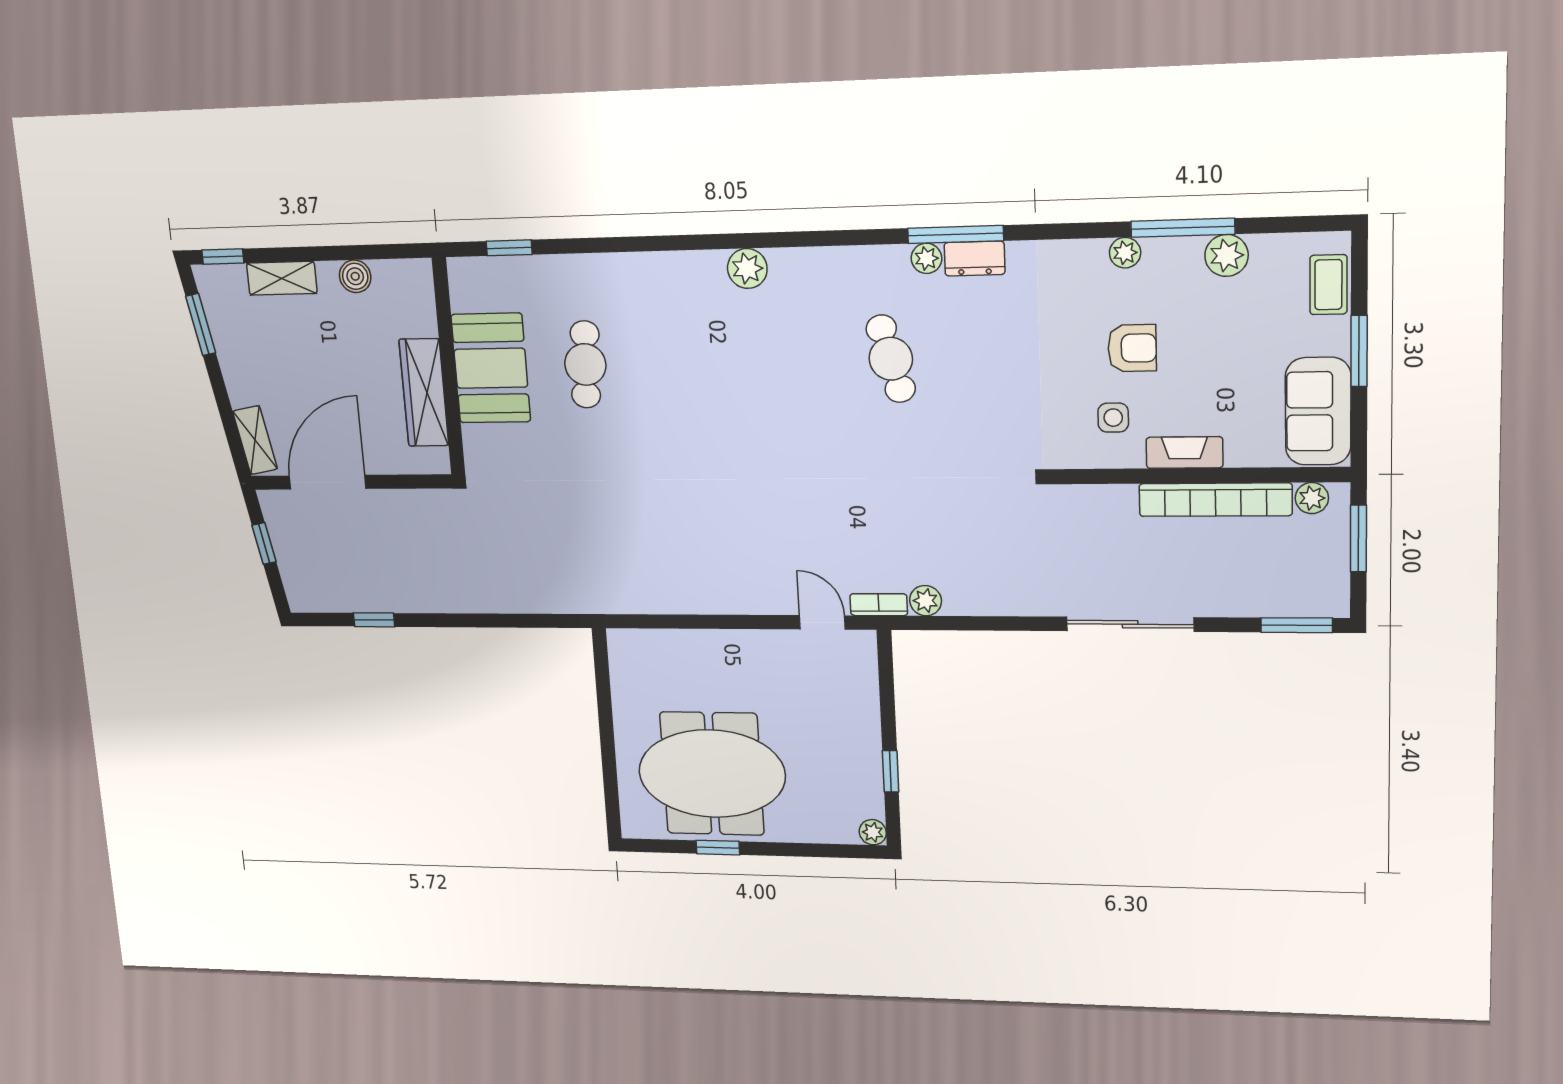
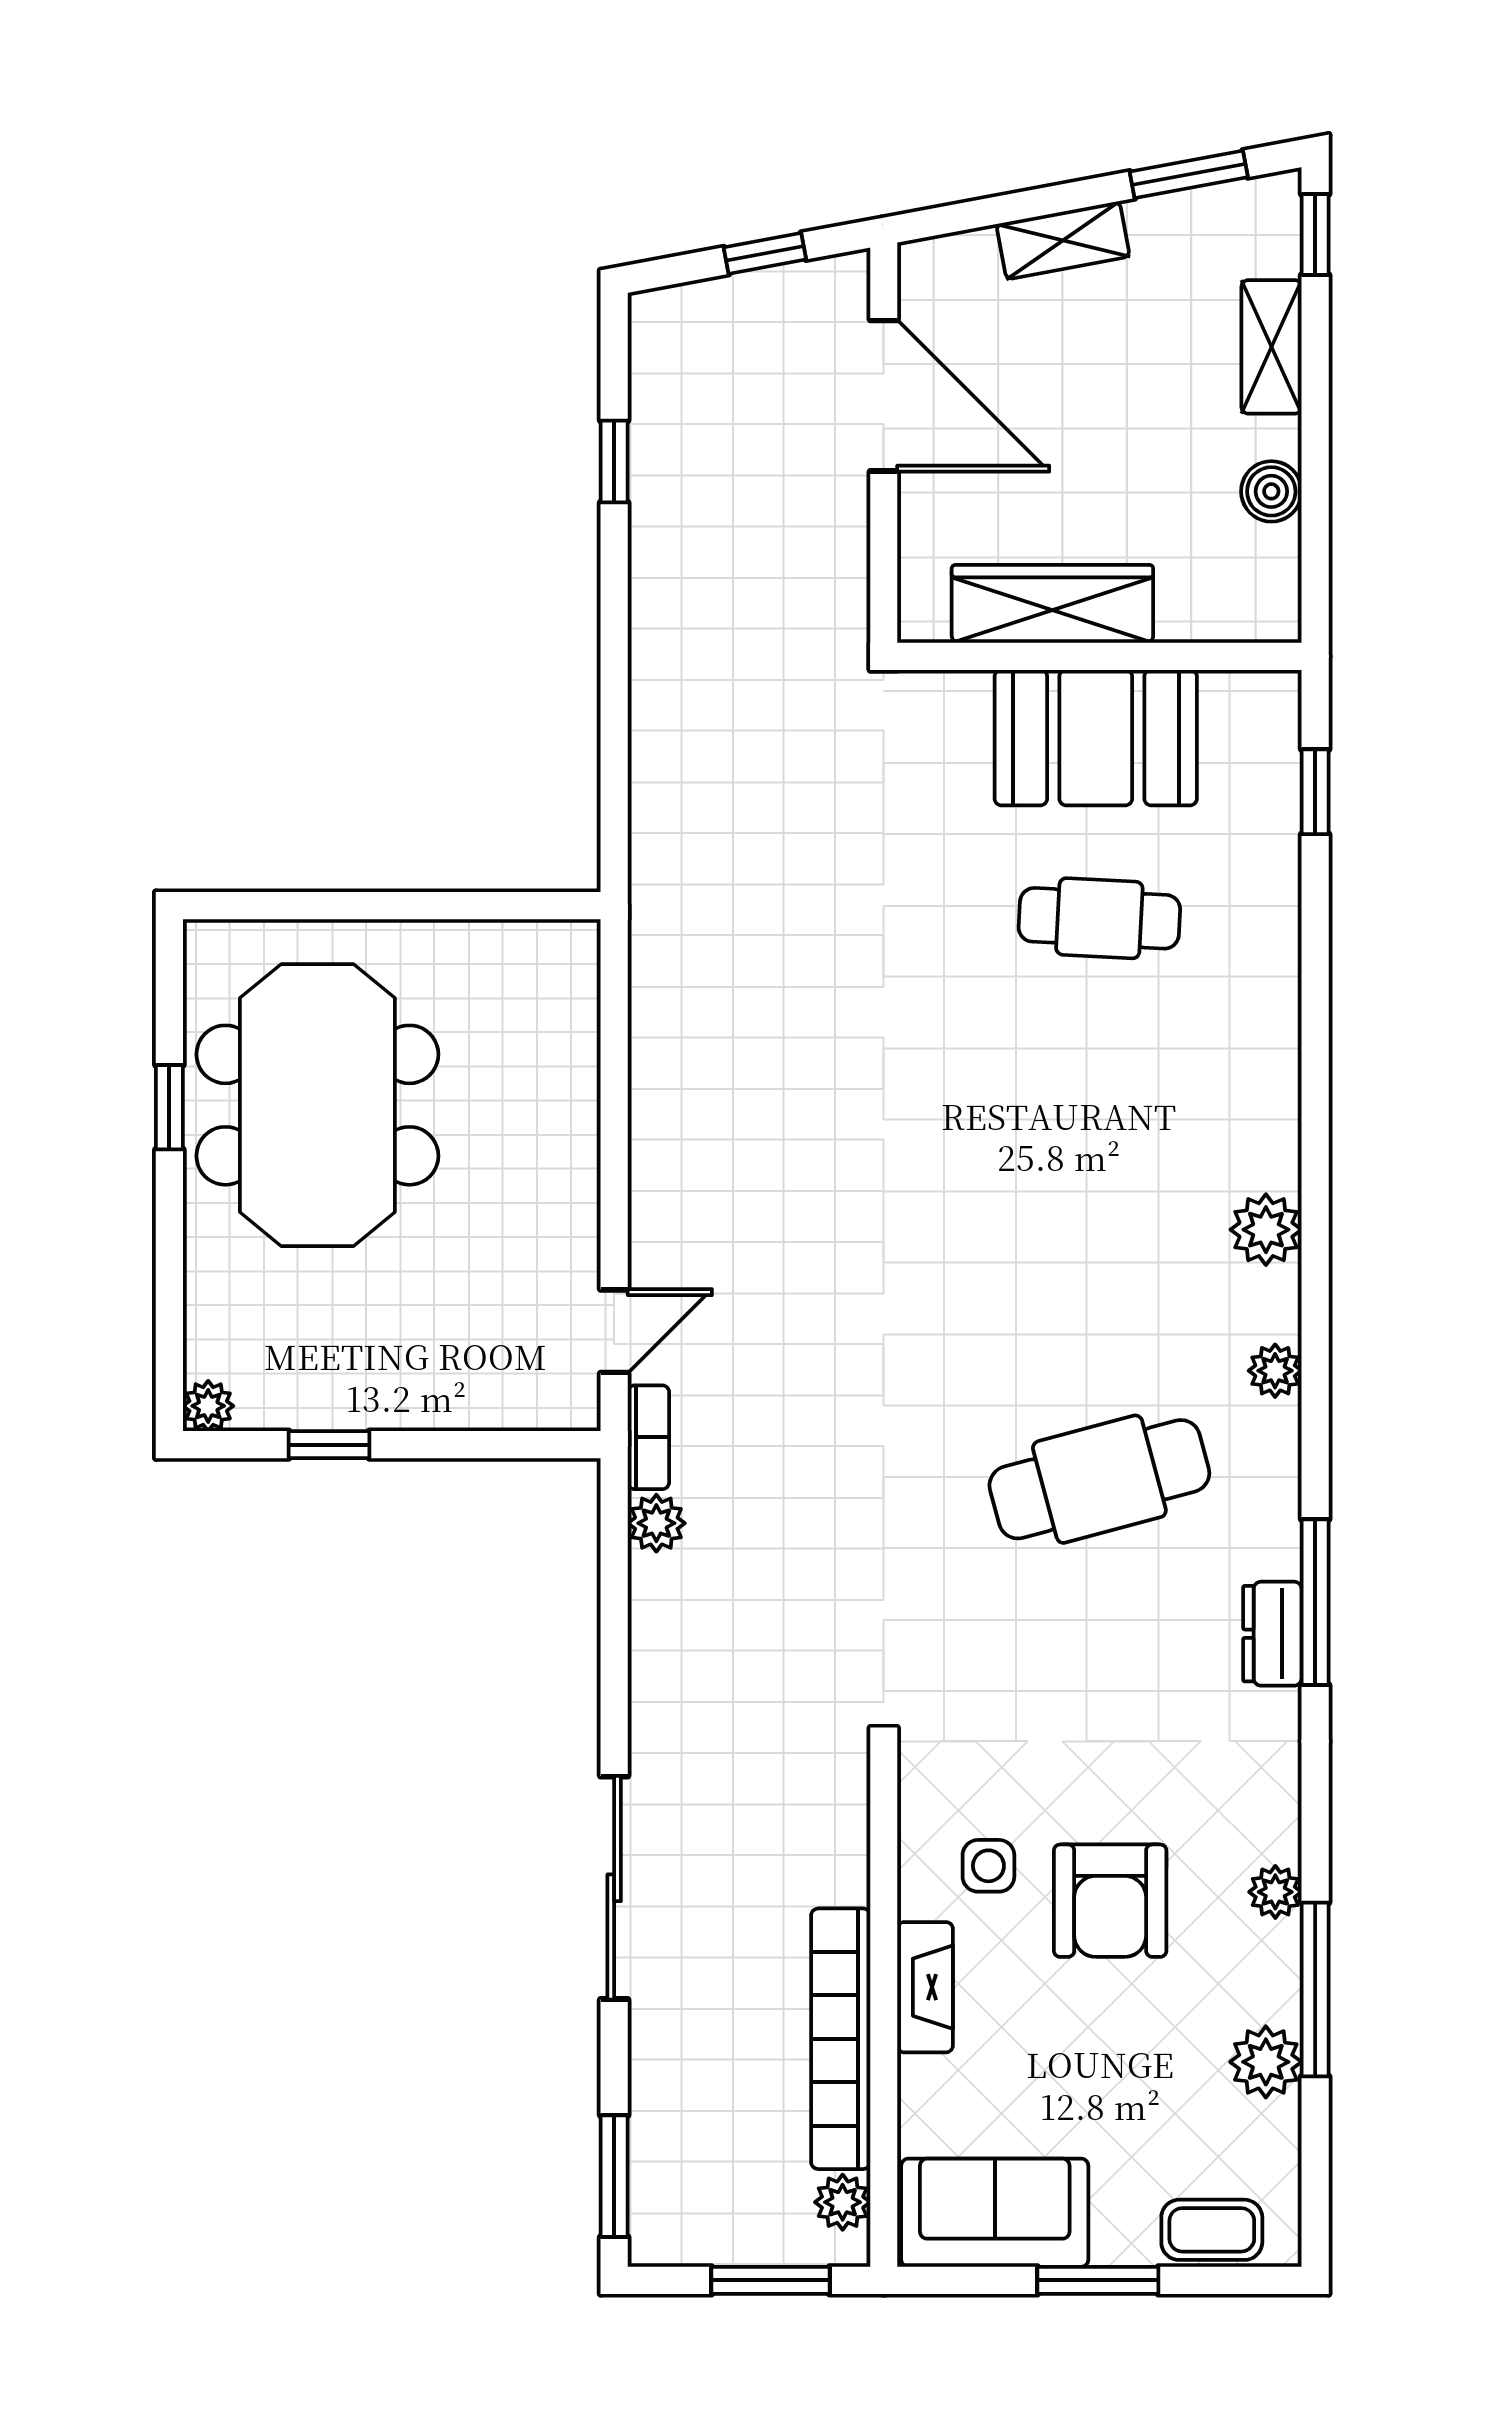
plant: (926, 258) -> (1275, 1371), moved
armchair: (1132, 348) -> (1110, 1901), width x1.38, depth x1.38
cafe table: (891, 359) -> (1099, 1479), width x1.37, depth x1.35
shelving: (255, 440) -> (1063, 240), moved

